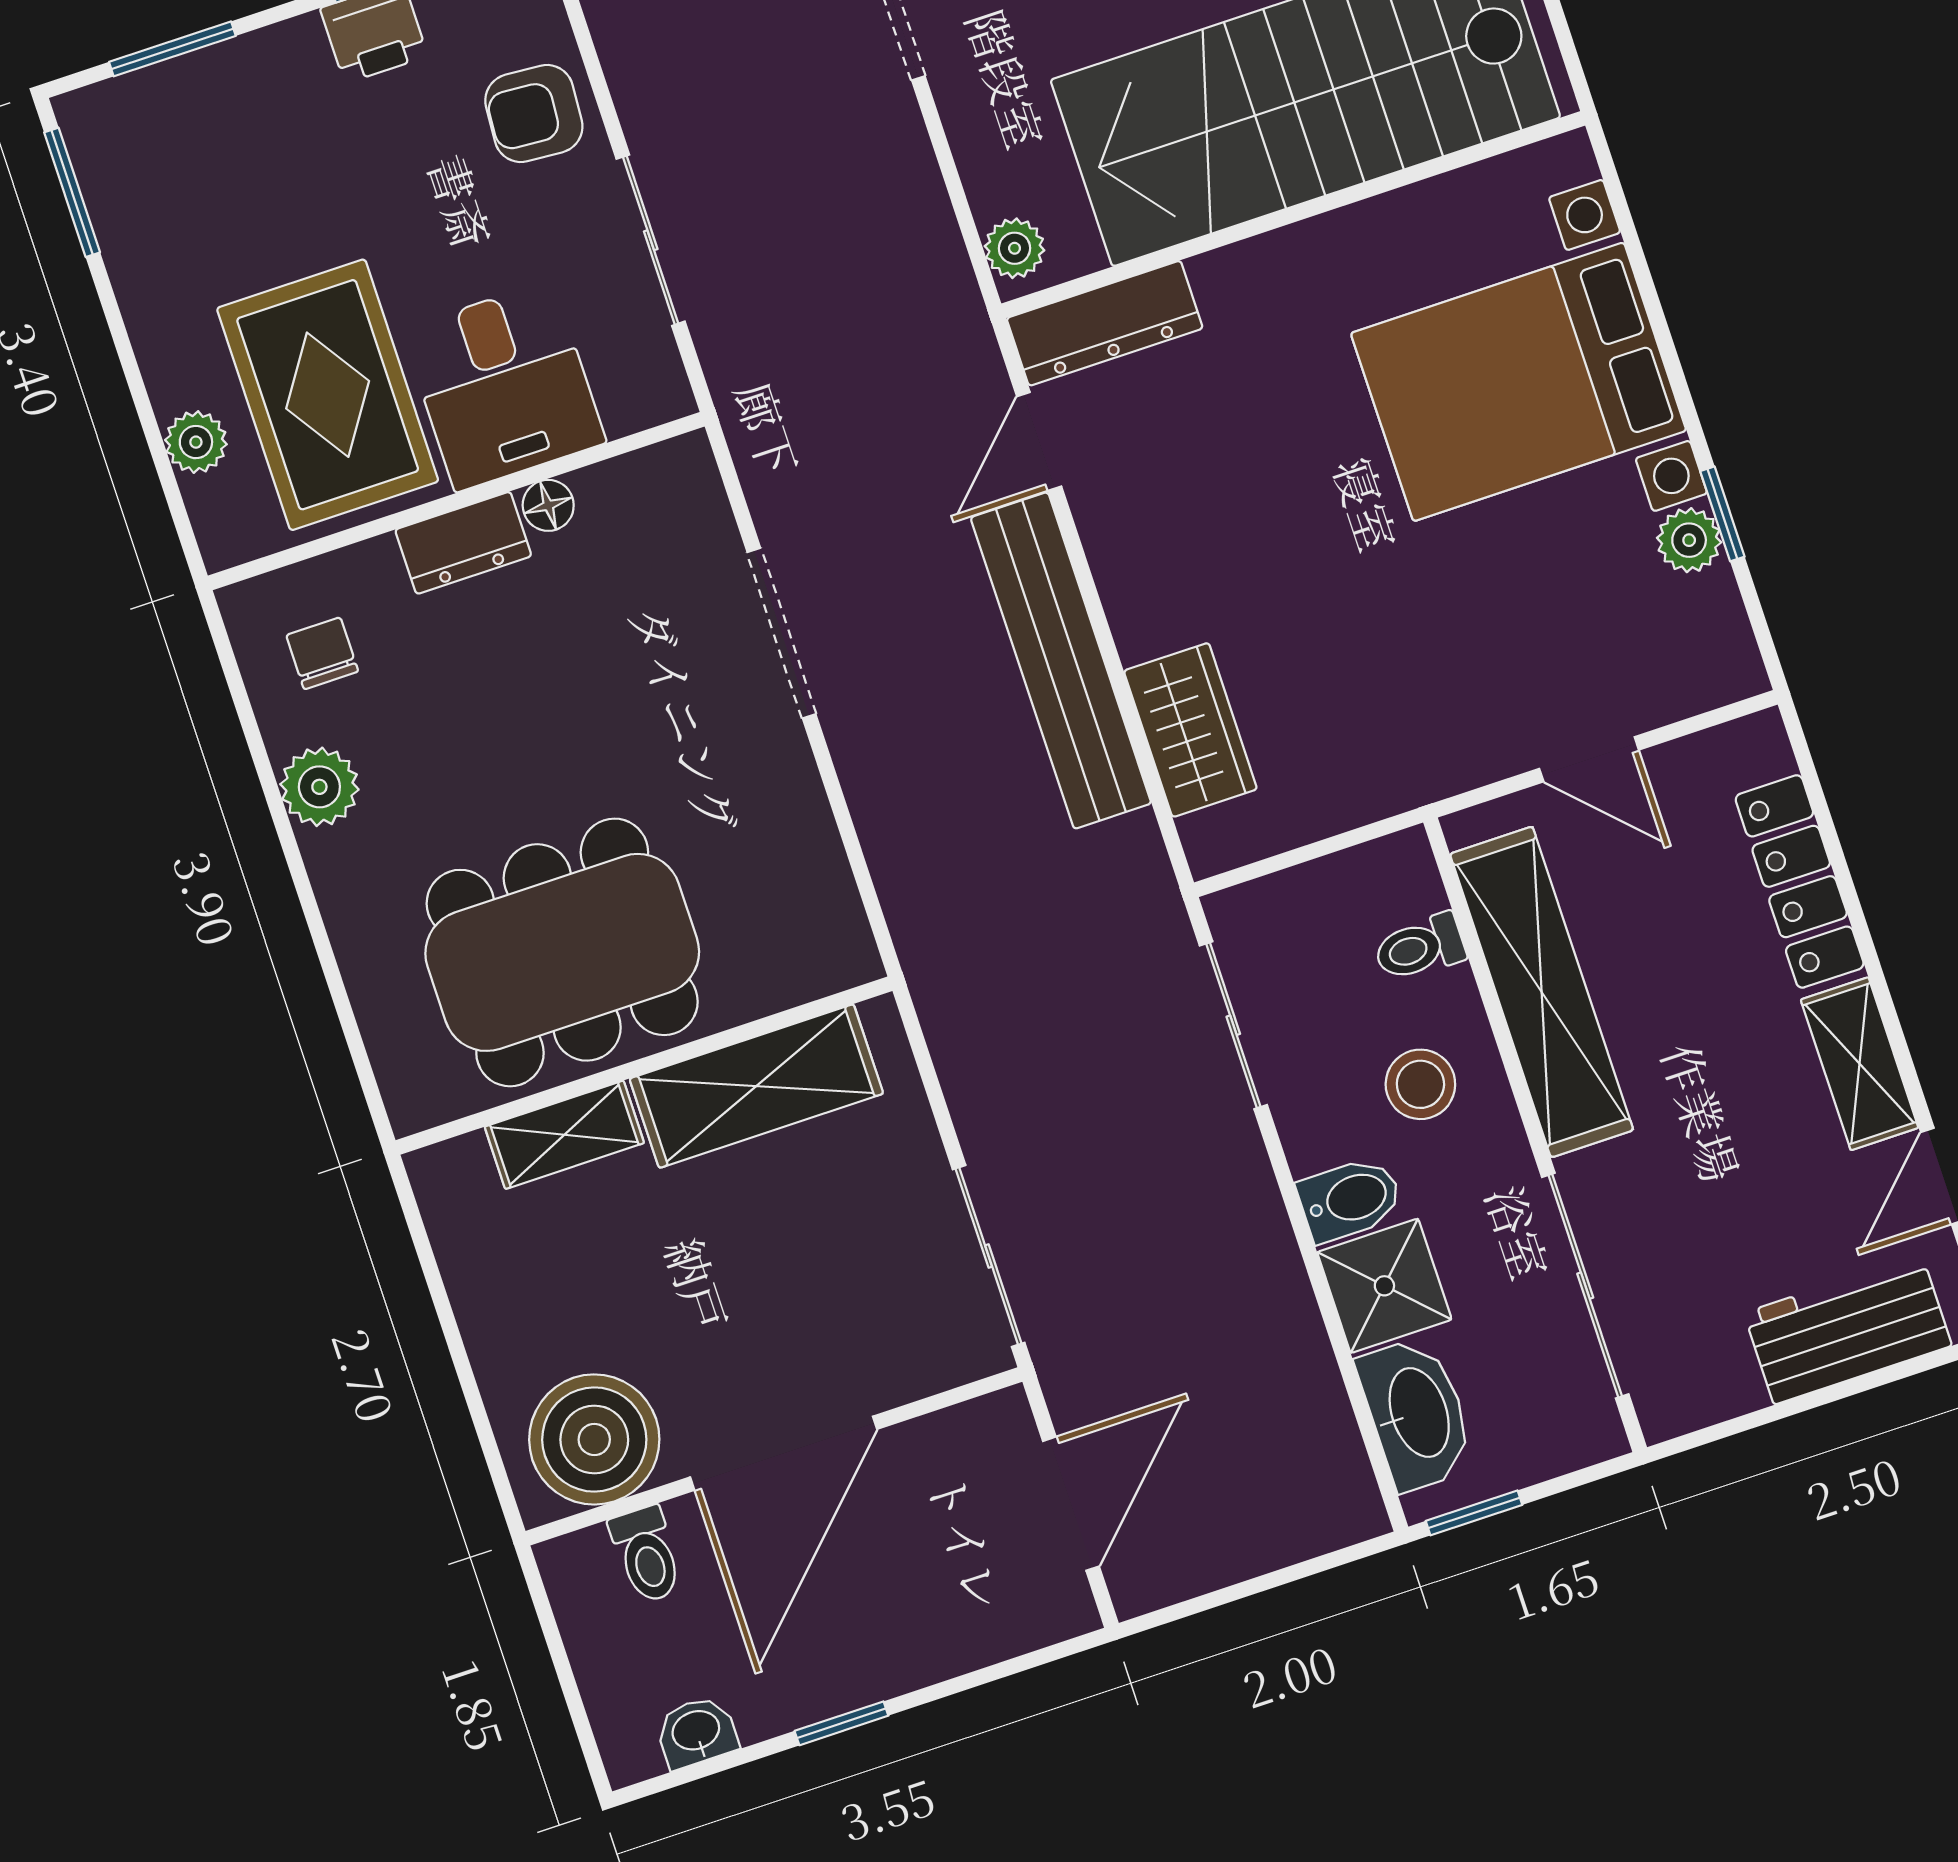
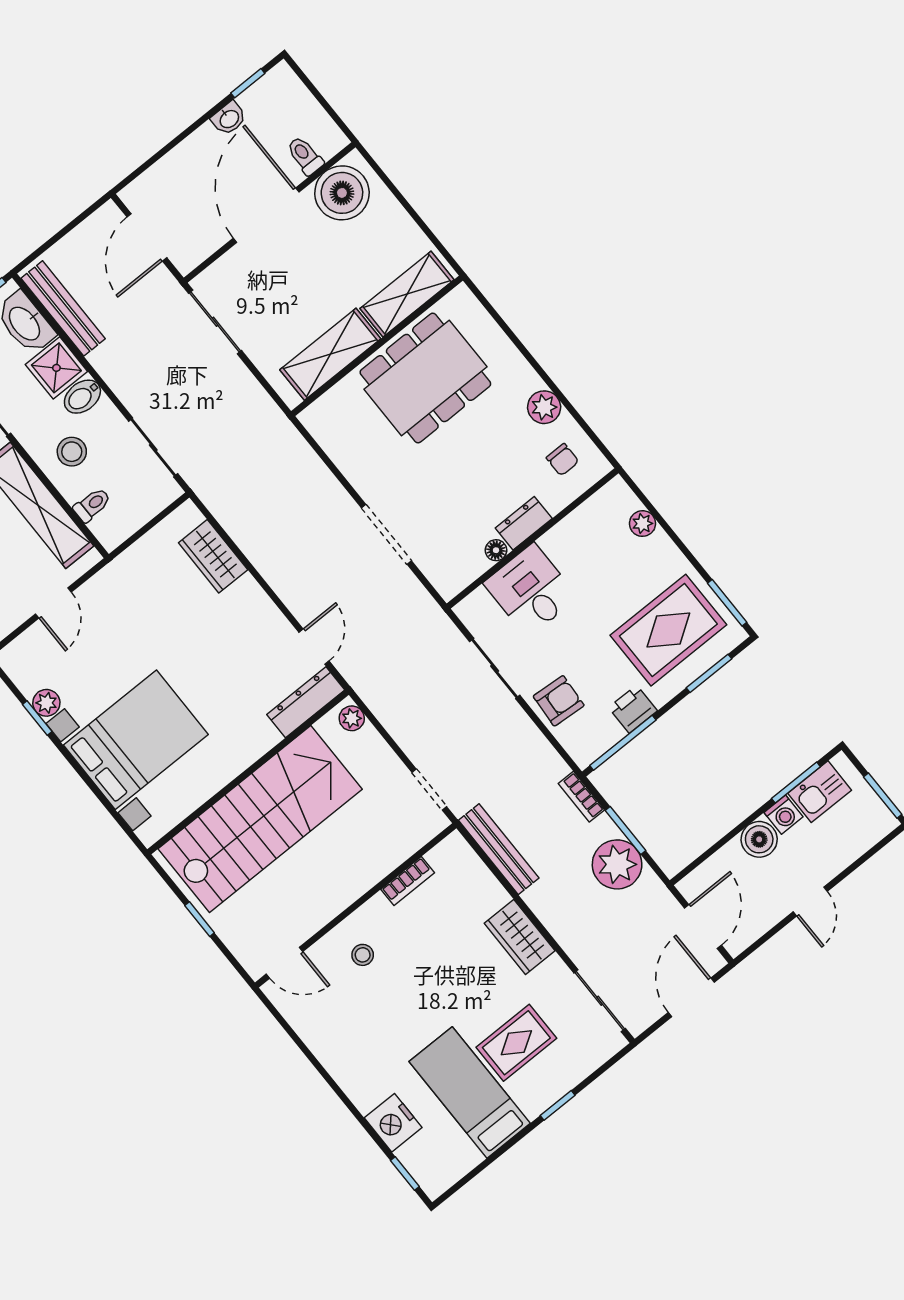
rug: (328, 395) -> (668, 630), moved, turned 90
bench: (1061, 660) -> (63, 308), moved, width x0.73, depth x0.82
door: (1589, 759) -> (53, 603), swing flipped
shelving: (564, 1135) -> (407, 294), width x1.50, depth x1.33
window: (841, 1723) -> (248, 83), moved
washbasin: (696, 1732) -> (229, 119), moved

